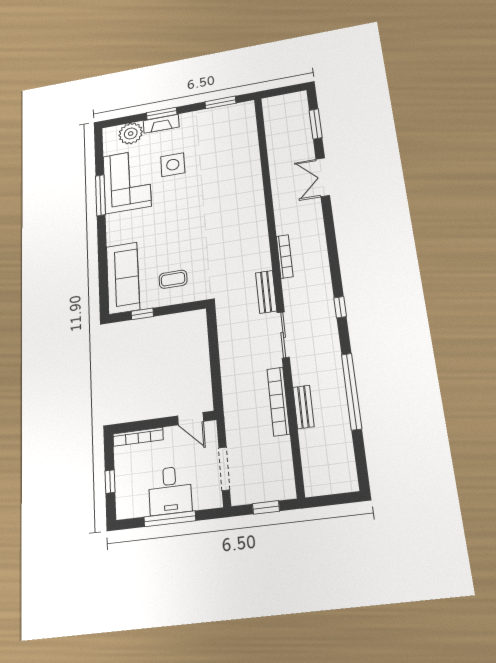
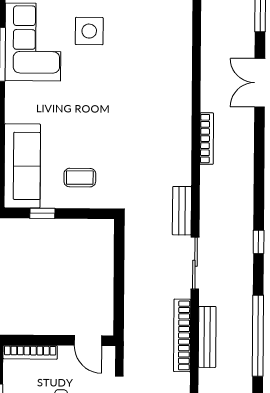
bookcase: (285, 256) -> (207, 139), moved
bench: (303, 407) -> (207, 337), width x1.36

